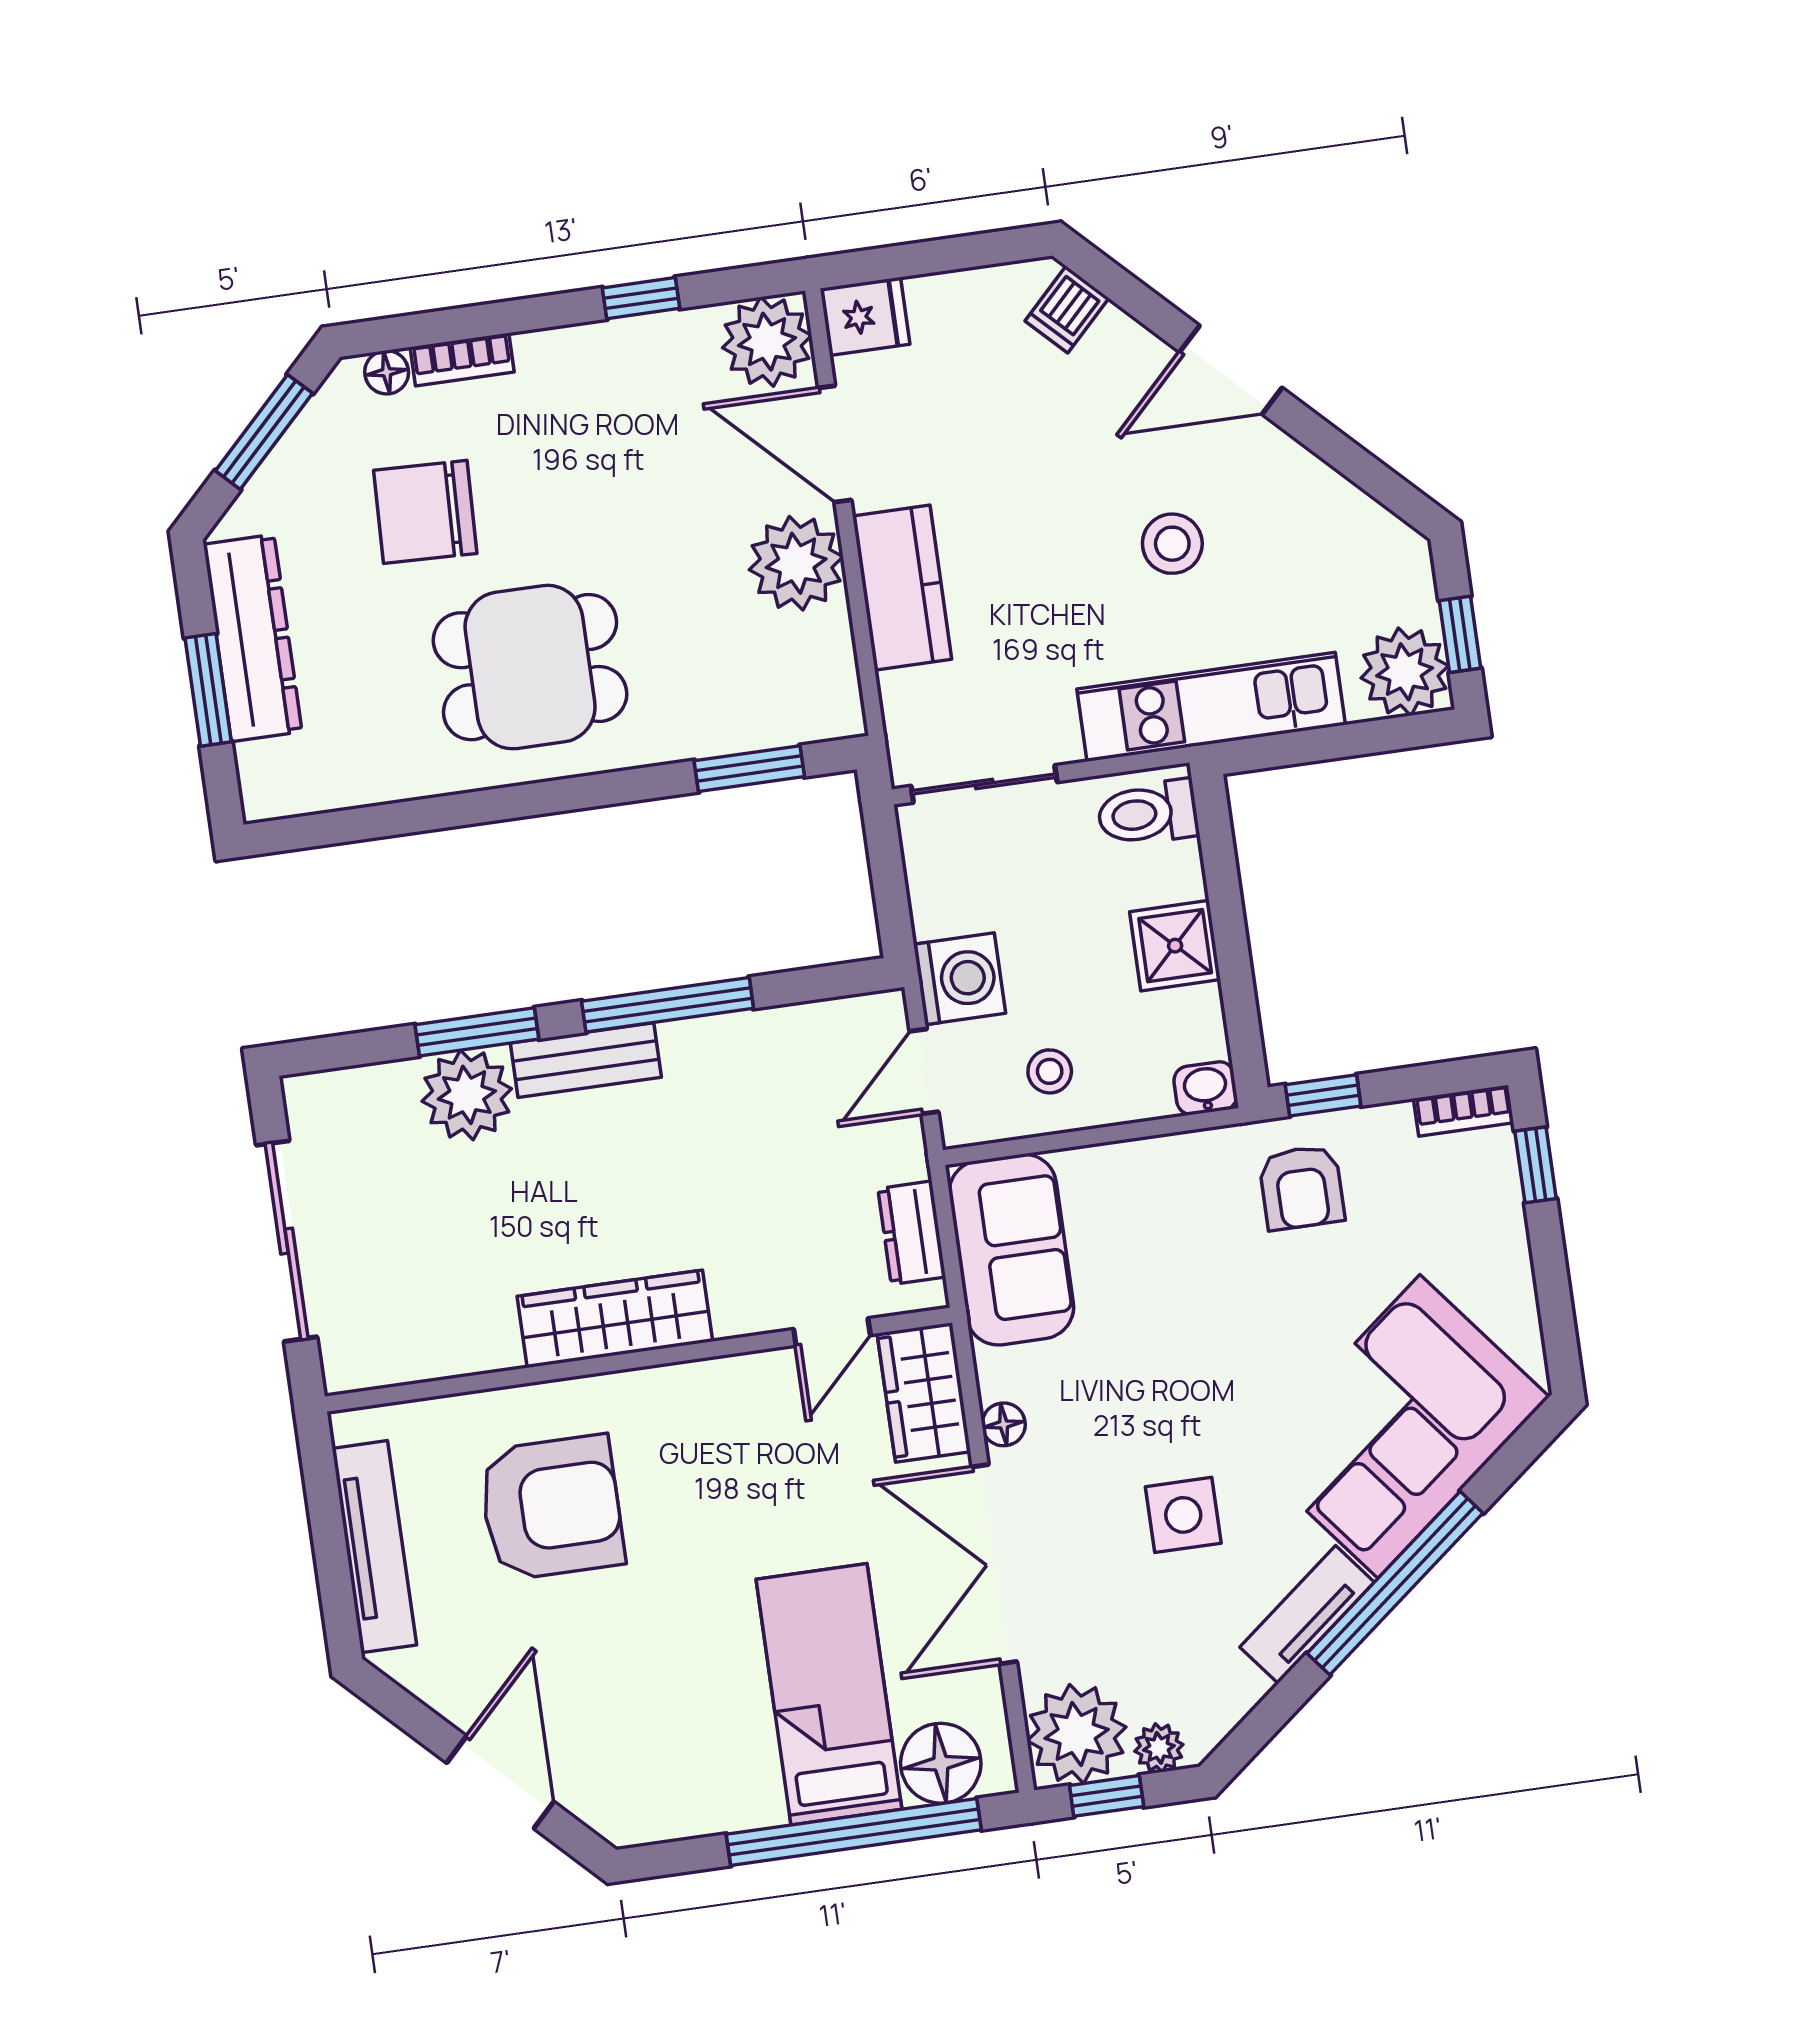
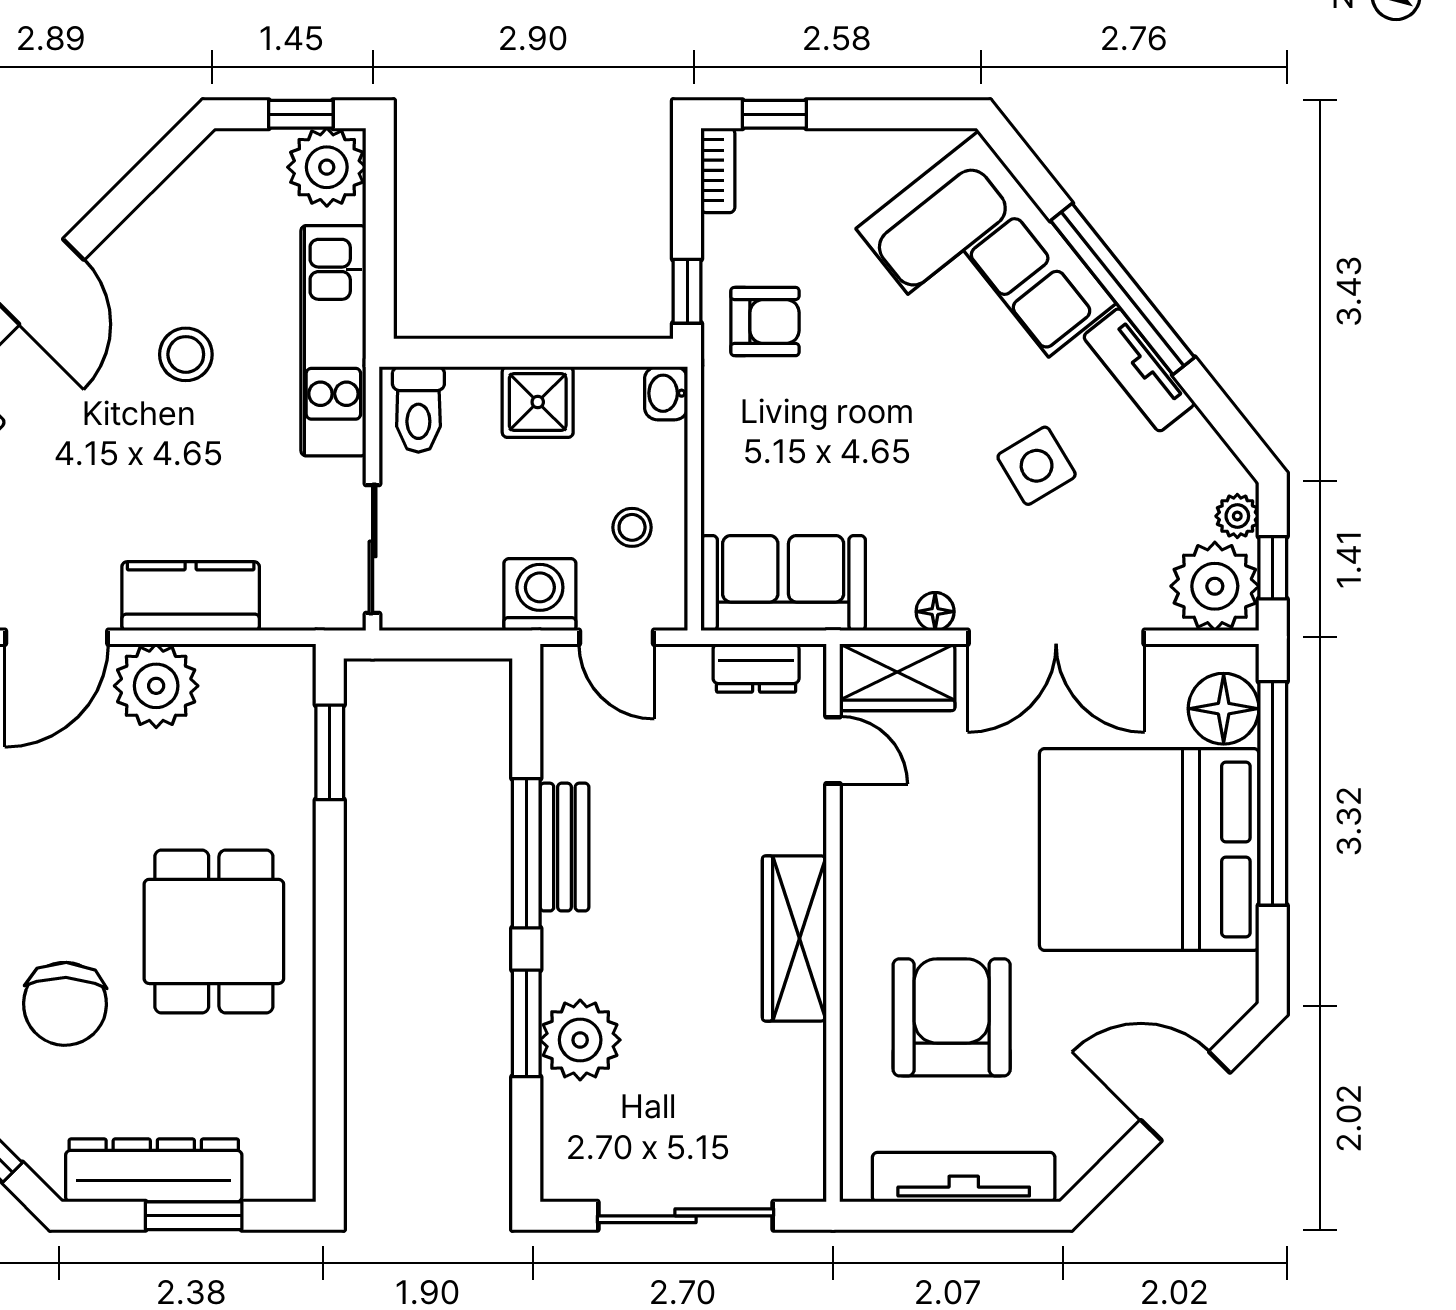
bench: (586, 1060) -> (564, 847), moved
side table: (1183, 1515) -> (1037, 466), turned -31
bed: (829, 1694) -> (1149, 849), width x2.04

